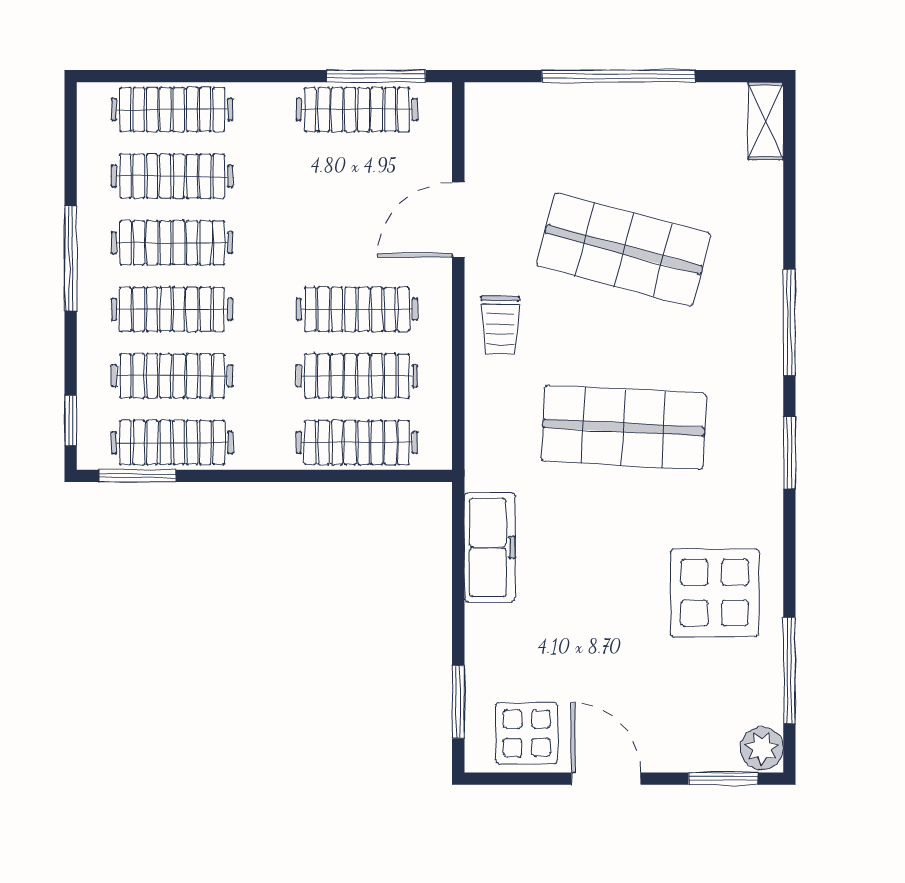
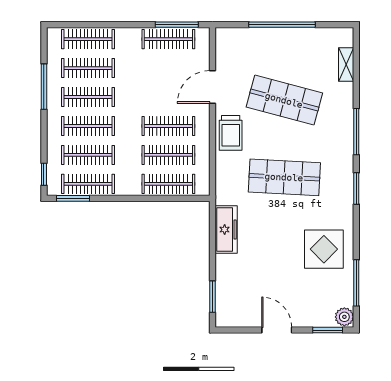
shelving: (766, 121) -> (346, 65), moved
window: (71, 258) -> (44, 87), moved
trolley: (500, 325) -> (231, 133), width x1.36, depth x1.39
display table: (527, 733) -> (242, 310), removed

